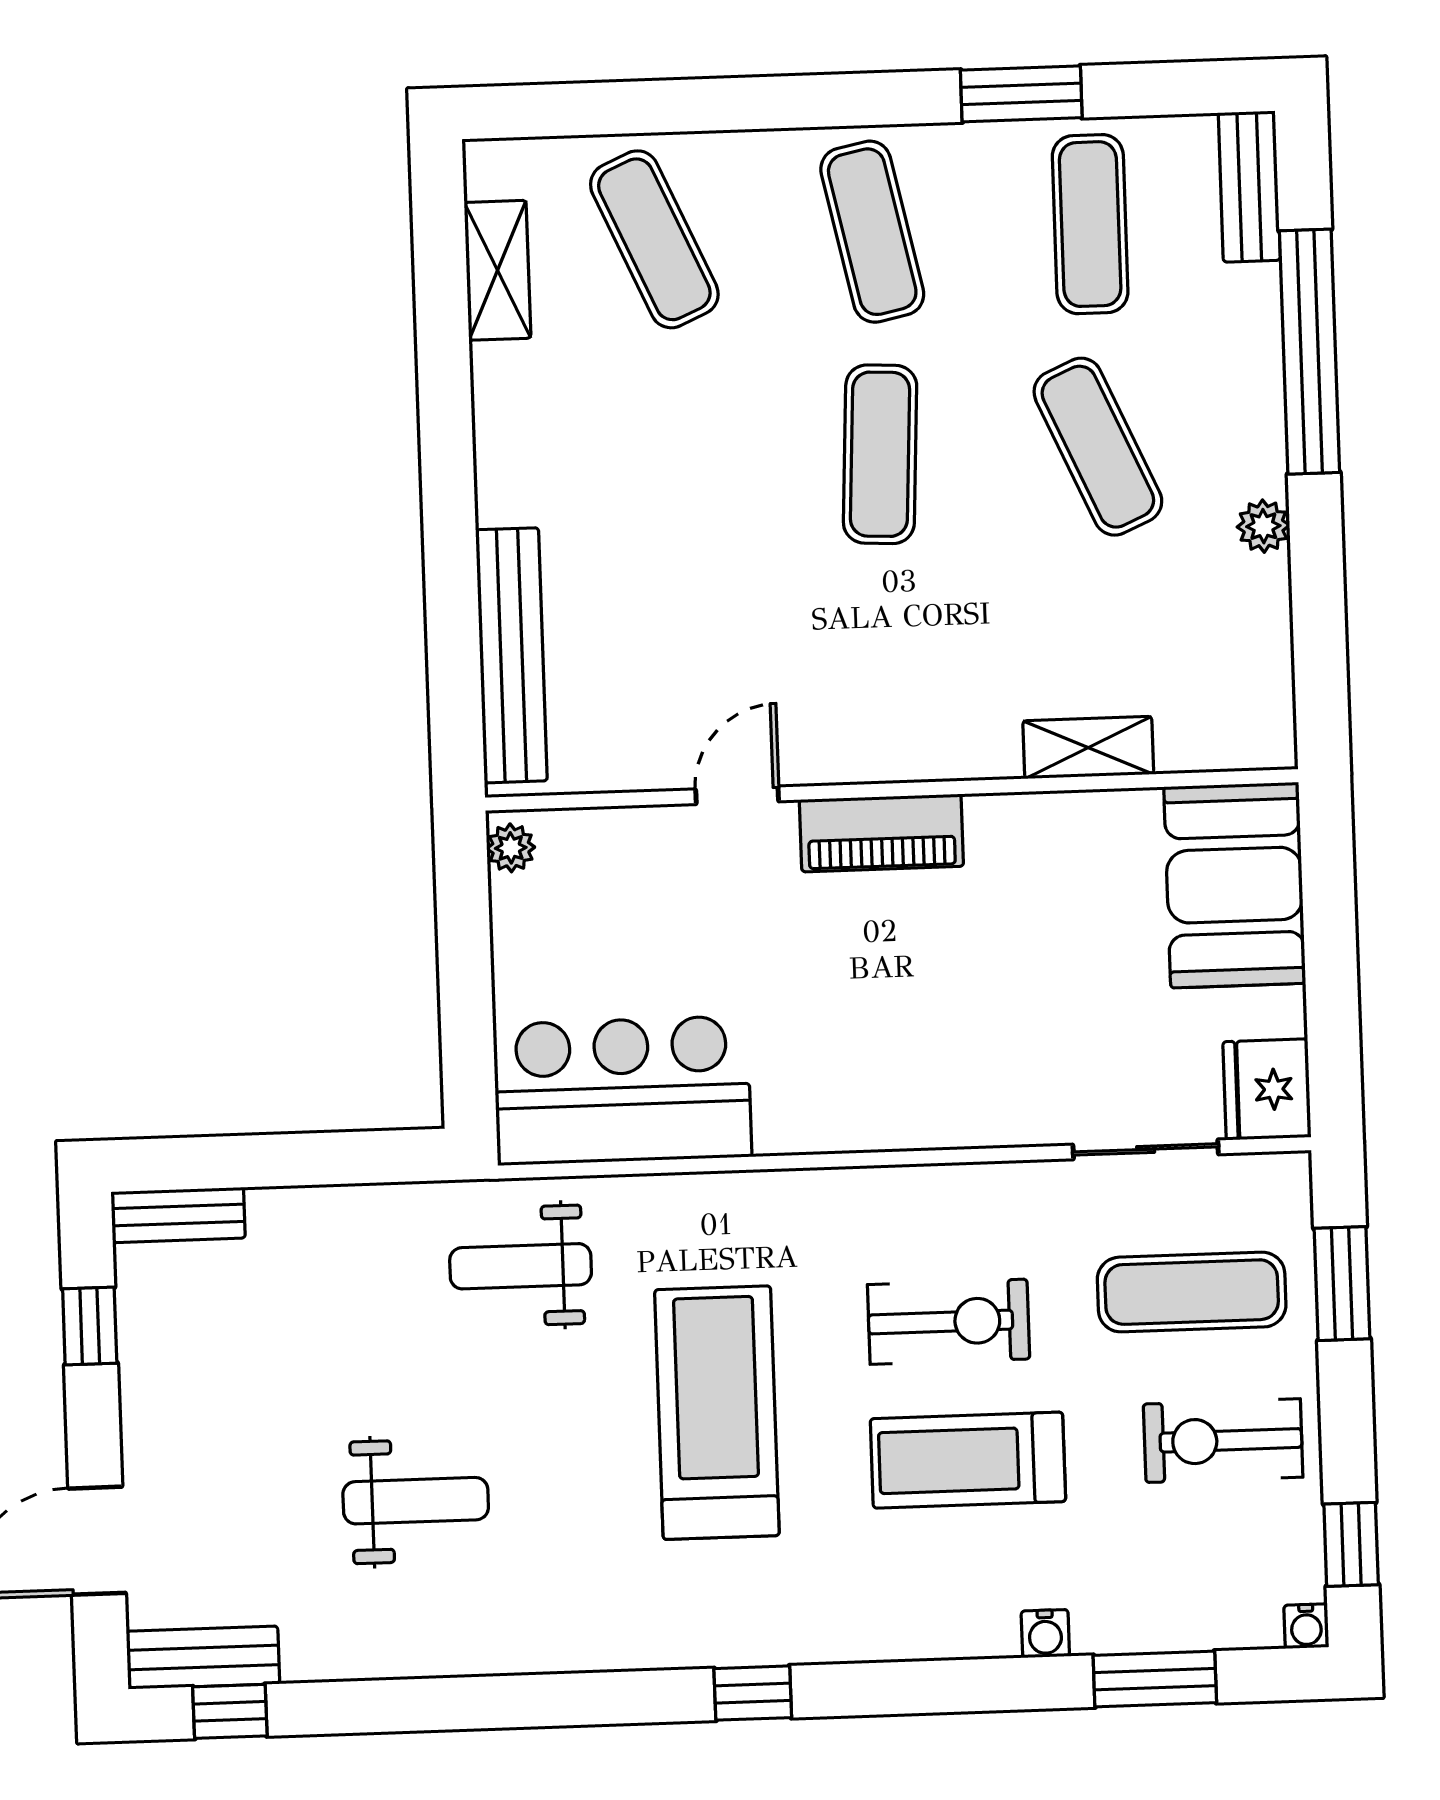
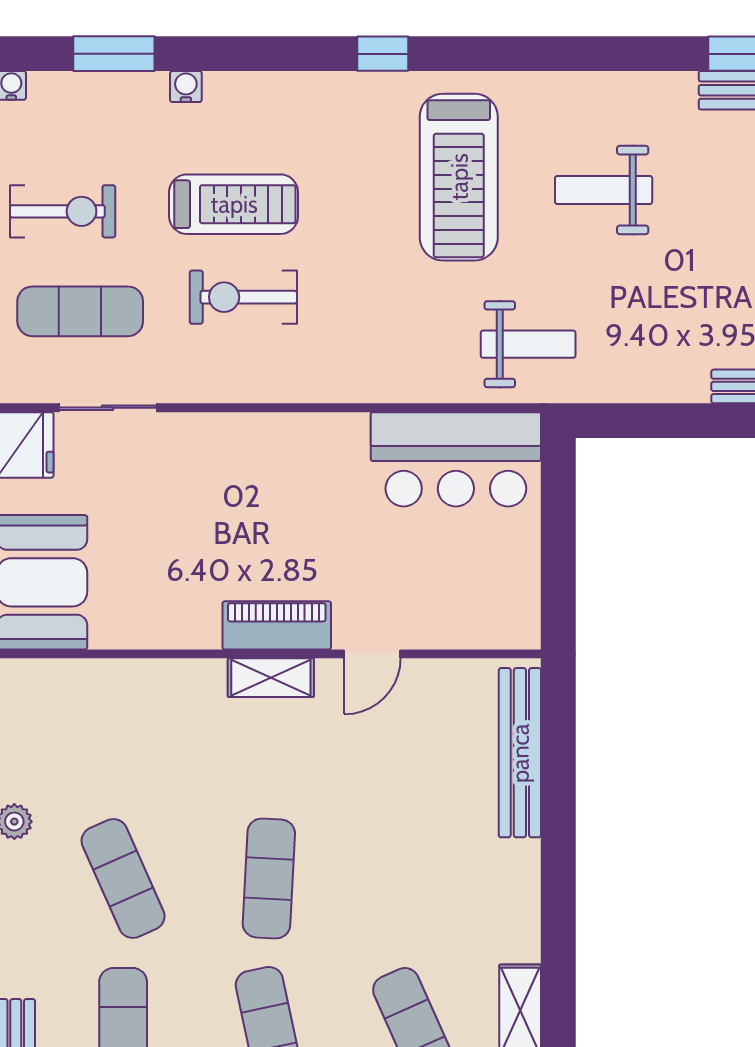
shelving: (1088, 748) -> (271, 678), moved
plant: (511, 848) -> (525, 624), removed
treadmill: (717, 1413) -> (459, 177), moved

